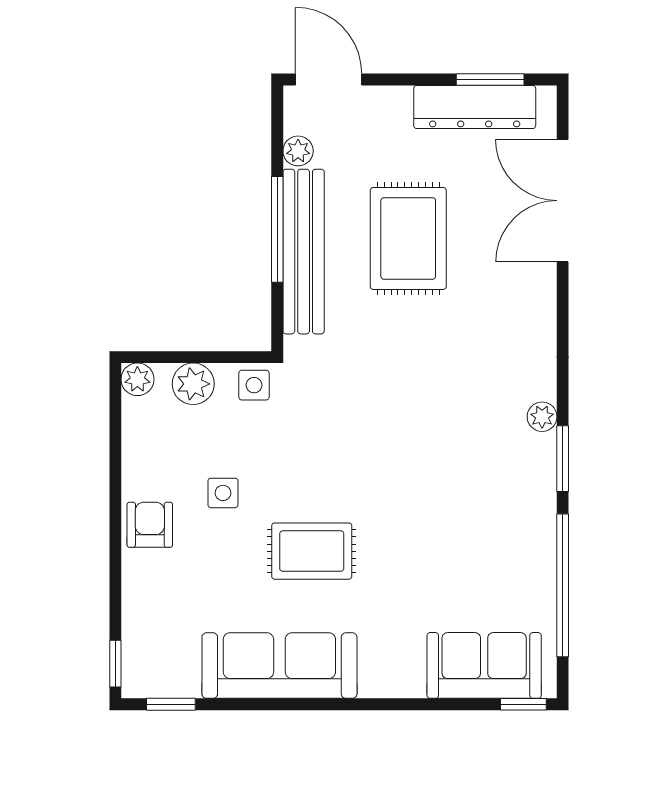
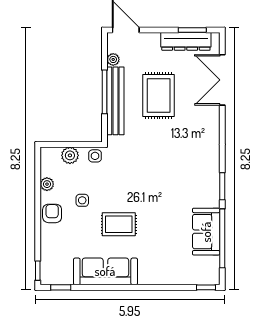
plant: (137, 379) -> (47, 184), moved
plant: (542, 417) -> (214, 169), removed
sofa: (484, 665) -> (206, 232), moved, turned -90

